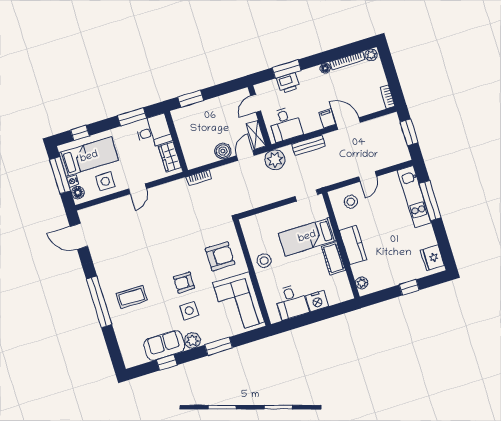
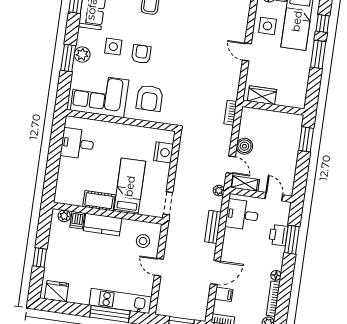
window: (132, 117) -> (318, 54), moved
filing cabinet: (327, 118) -> (224, 294), moved
desk: (154, 131) -> (292, 91), removed
plant: (275, 160) -> (219, 191), width x0.53, depth x0.53
stool: (264, 261) -> (127, 137), removed
dishwasher: (360, 270) -> (77, 220), added
nightstand: (317, 301) -> (164, 152), moved, turned 180
plant: (192, 340) -> (82, 54), moved

